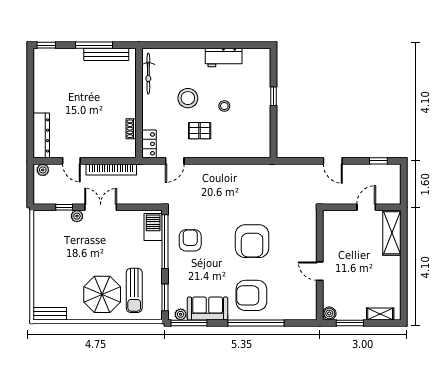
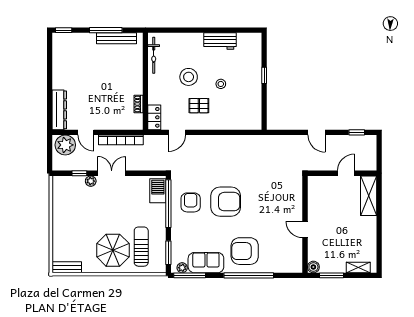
plant: (43, 170) -> (65, 145), width x1.88, depth x1.88
armchair: (252, 241) -> (226, 202), moved, turned -90
sun lounger: (134, 290) -> (141, 247), turned 180

